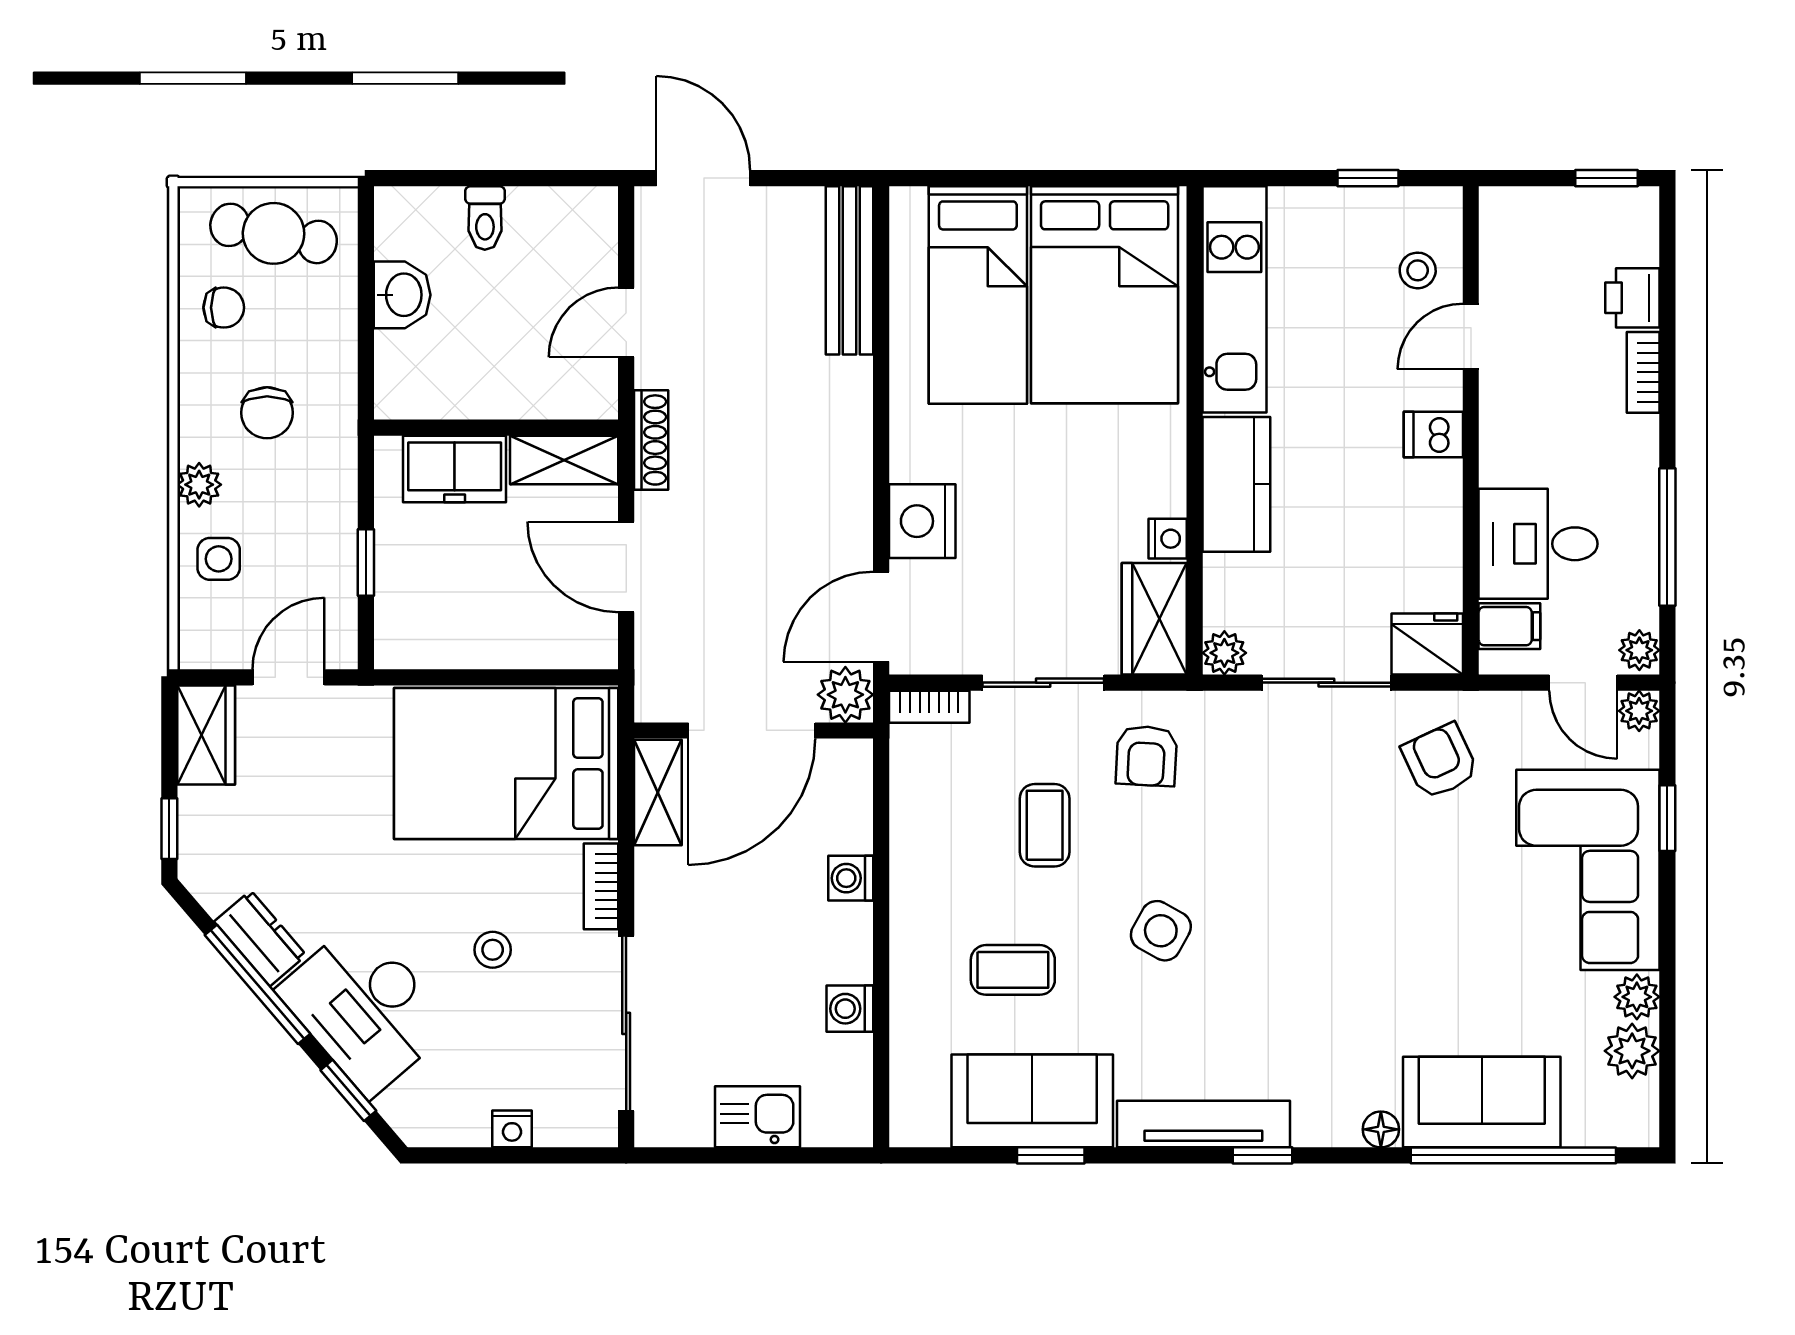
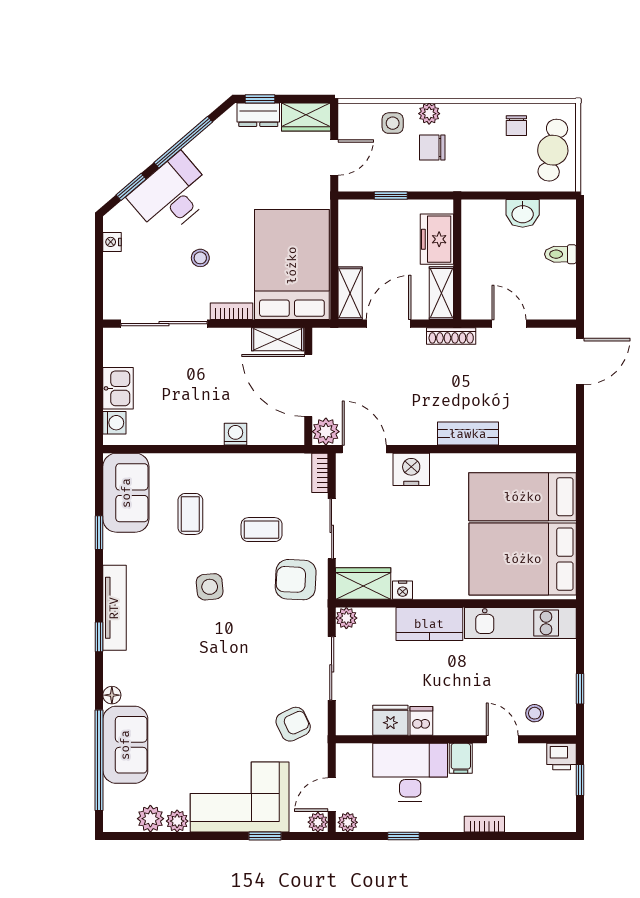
window: (1607, 178) -> (580, 780), moved
bench: (850, 270) -> (468, 434), moved, width x0.73
printer: (1632, 298) -> (562, 757), moved, turned 180
chair: (267, 413) -> (432, 148), moved
dishwasher: (1433, 435) -> (421, 721), moved
window: (1667, 537) -> (403, 836), width x0.46
desk: (1538, 544) -> (410, 772), width x1.37
filing cabinet: (1509, 626) -> (461, 758), moved
fridge: (1427, 644) -> (390, 720), moved, turned -90
shelving: (564, 645) -> (350, 293), added
door: (288, 677) -> (334, 157), hinge flipped
armchair: (1146, 756) -> (296, 580), width x1.38, depth x1.38
side table: (1161, 931) -> (210, 587), turned -34
dresser: (260, 938) -> (258, 115), moved, turned 41
washing machine: (850, 1009) -> (114, 423), moved, turned 90
sofa: (1032, 1101) -> (126, 493), moved
nightstand: (512, 1129) -> (112, 242), moved

